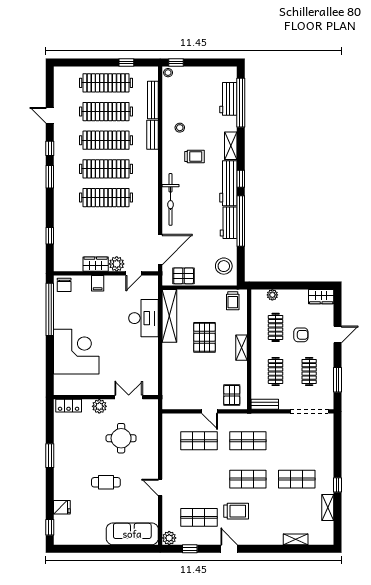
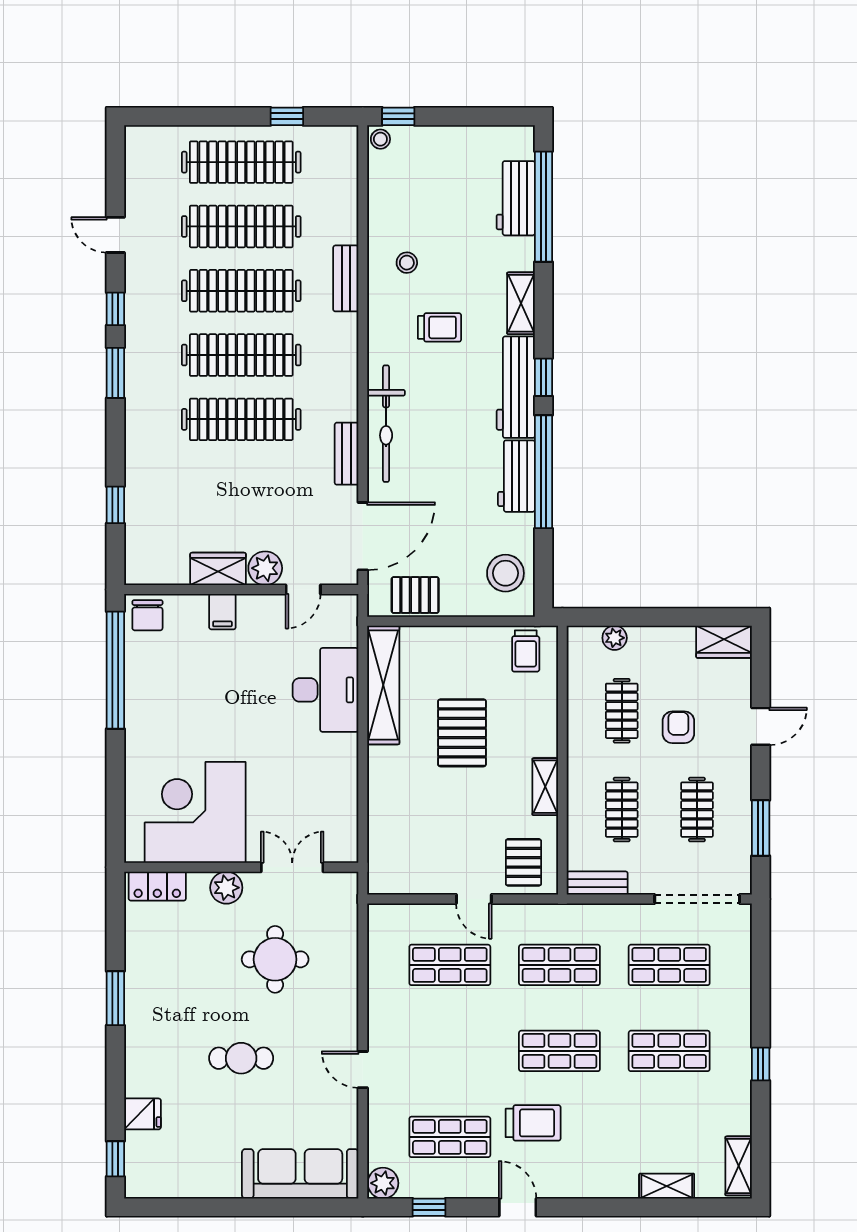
bench: (153, 100) -> (347, 454), moved, width x0.73
armchair: (301, 335) -> (678, 727), turned -90
shelving: (241, 348) -> (545, 787), moved
corner desk: (76, 352) -> (195, 812), moved, turned -90
shop shelf: (297, 441) -> (669, 965), added
shelving: (328, 508) -> (739, 1166), moved

